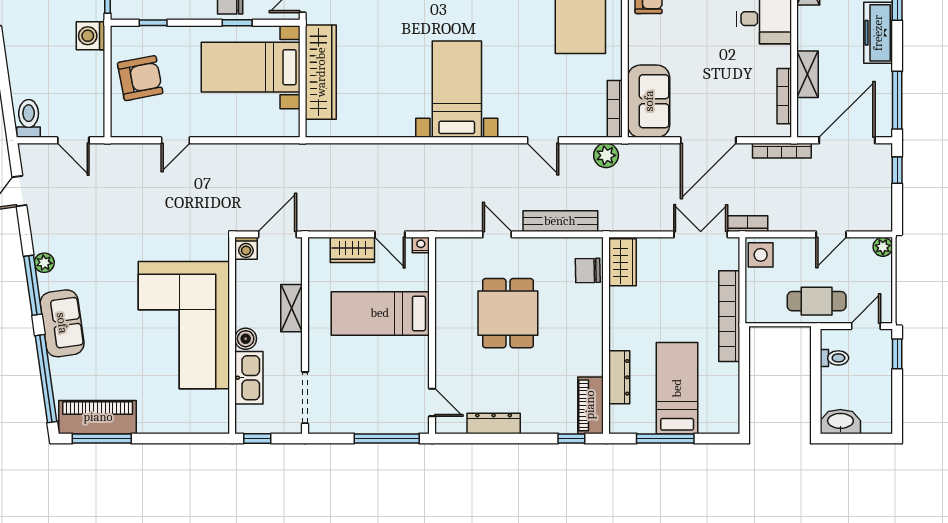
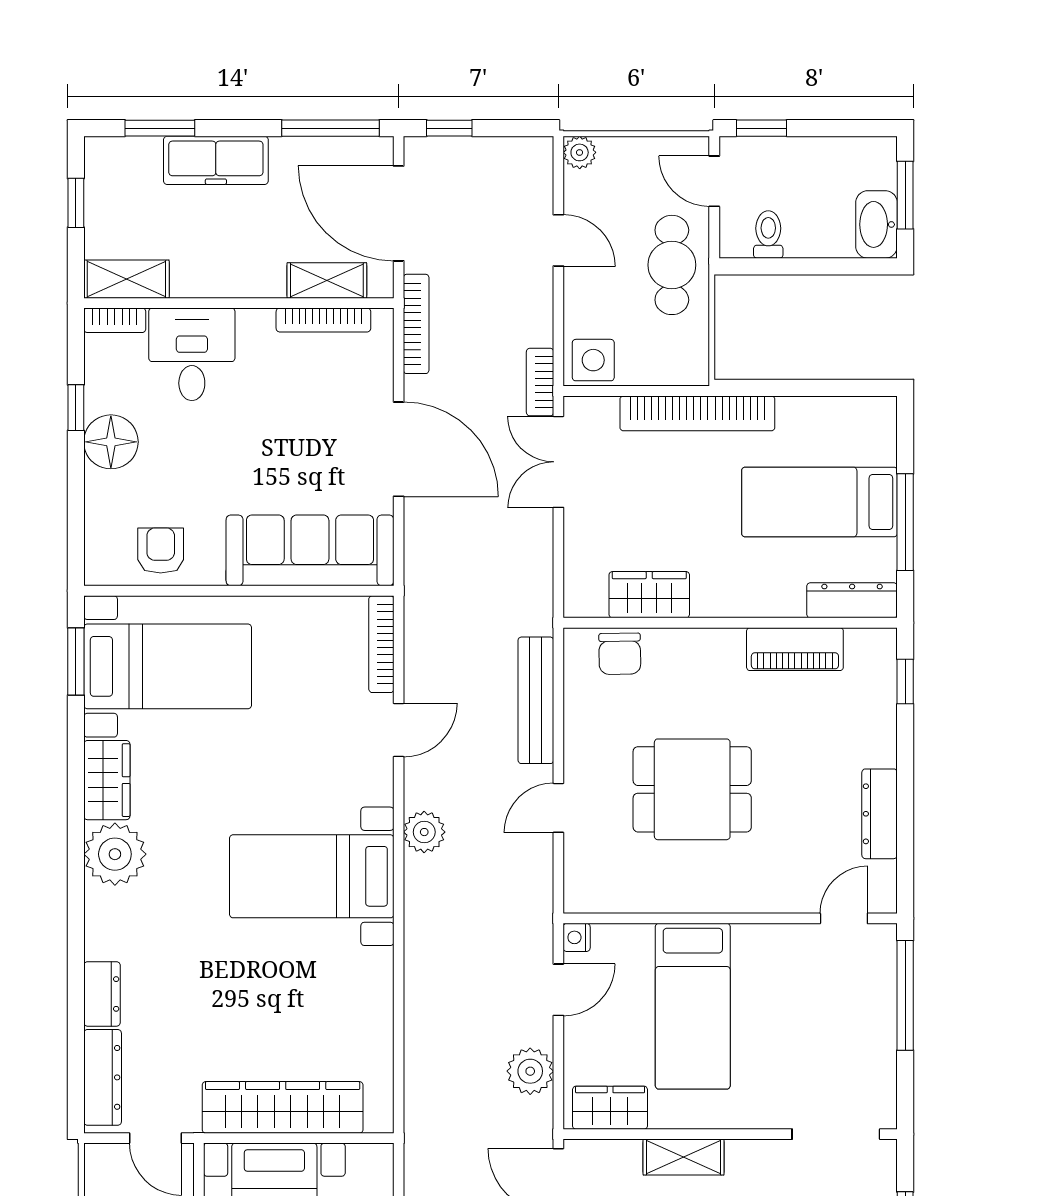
shelving: (807, 74) -> (327, 280), moved
sofa: (649, 101) -> (310, 550), width x1.36
bookcase: (615, 109) -> (381, 644), moved, turned 90
plant: (606, 155) -> (424, 832), moved
plant: (342, 218) -> (530, 1071), added
wardrobe: (352, 250) -> (610, 1108), moved, turned -90
wardrobe: (623, 262) -> (649, 595), moved
dresser: (619, 377) -> (852, 600), moved
piano: (590, 405) -> (795, 649), moved
window: (858, 439) -> (905, 195), added

